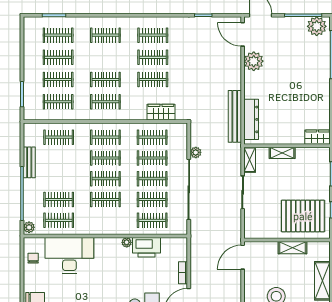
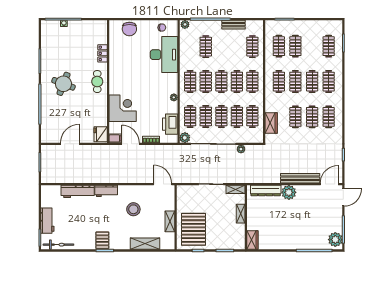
clothes rail: (58, 57) -> (312, 82), moved
plant: (254, 61) -> (289, 192), moved
bench: (235, 116) -> (300, 178), moved
clothes rail: (59, 220) -> (190, 82), moved
plant: (181, 228) -> (185, 138), added
printer: (147, 247) -> (170, 124), moved

